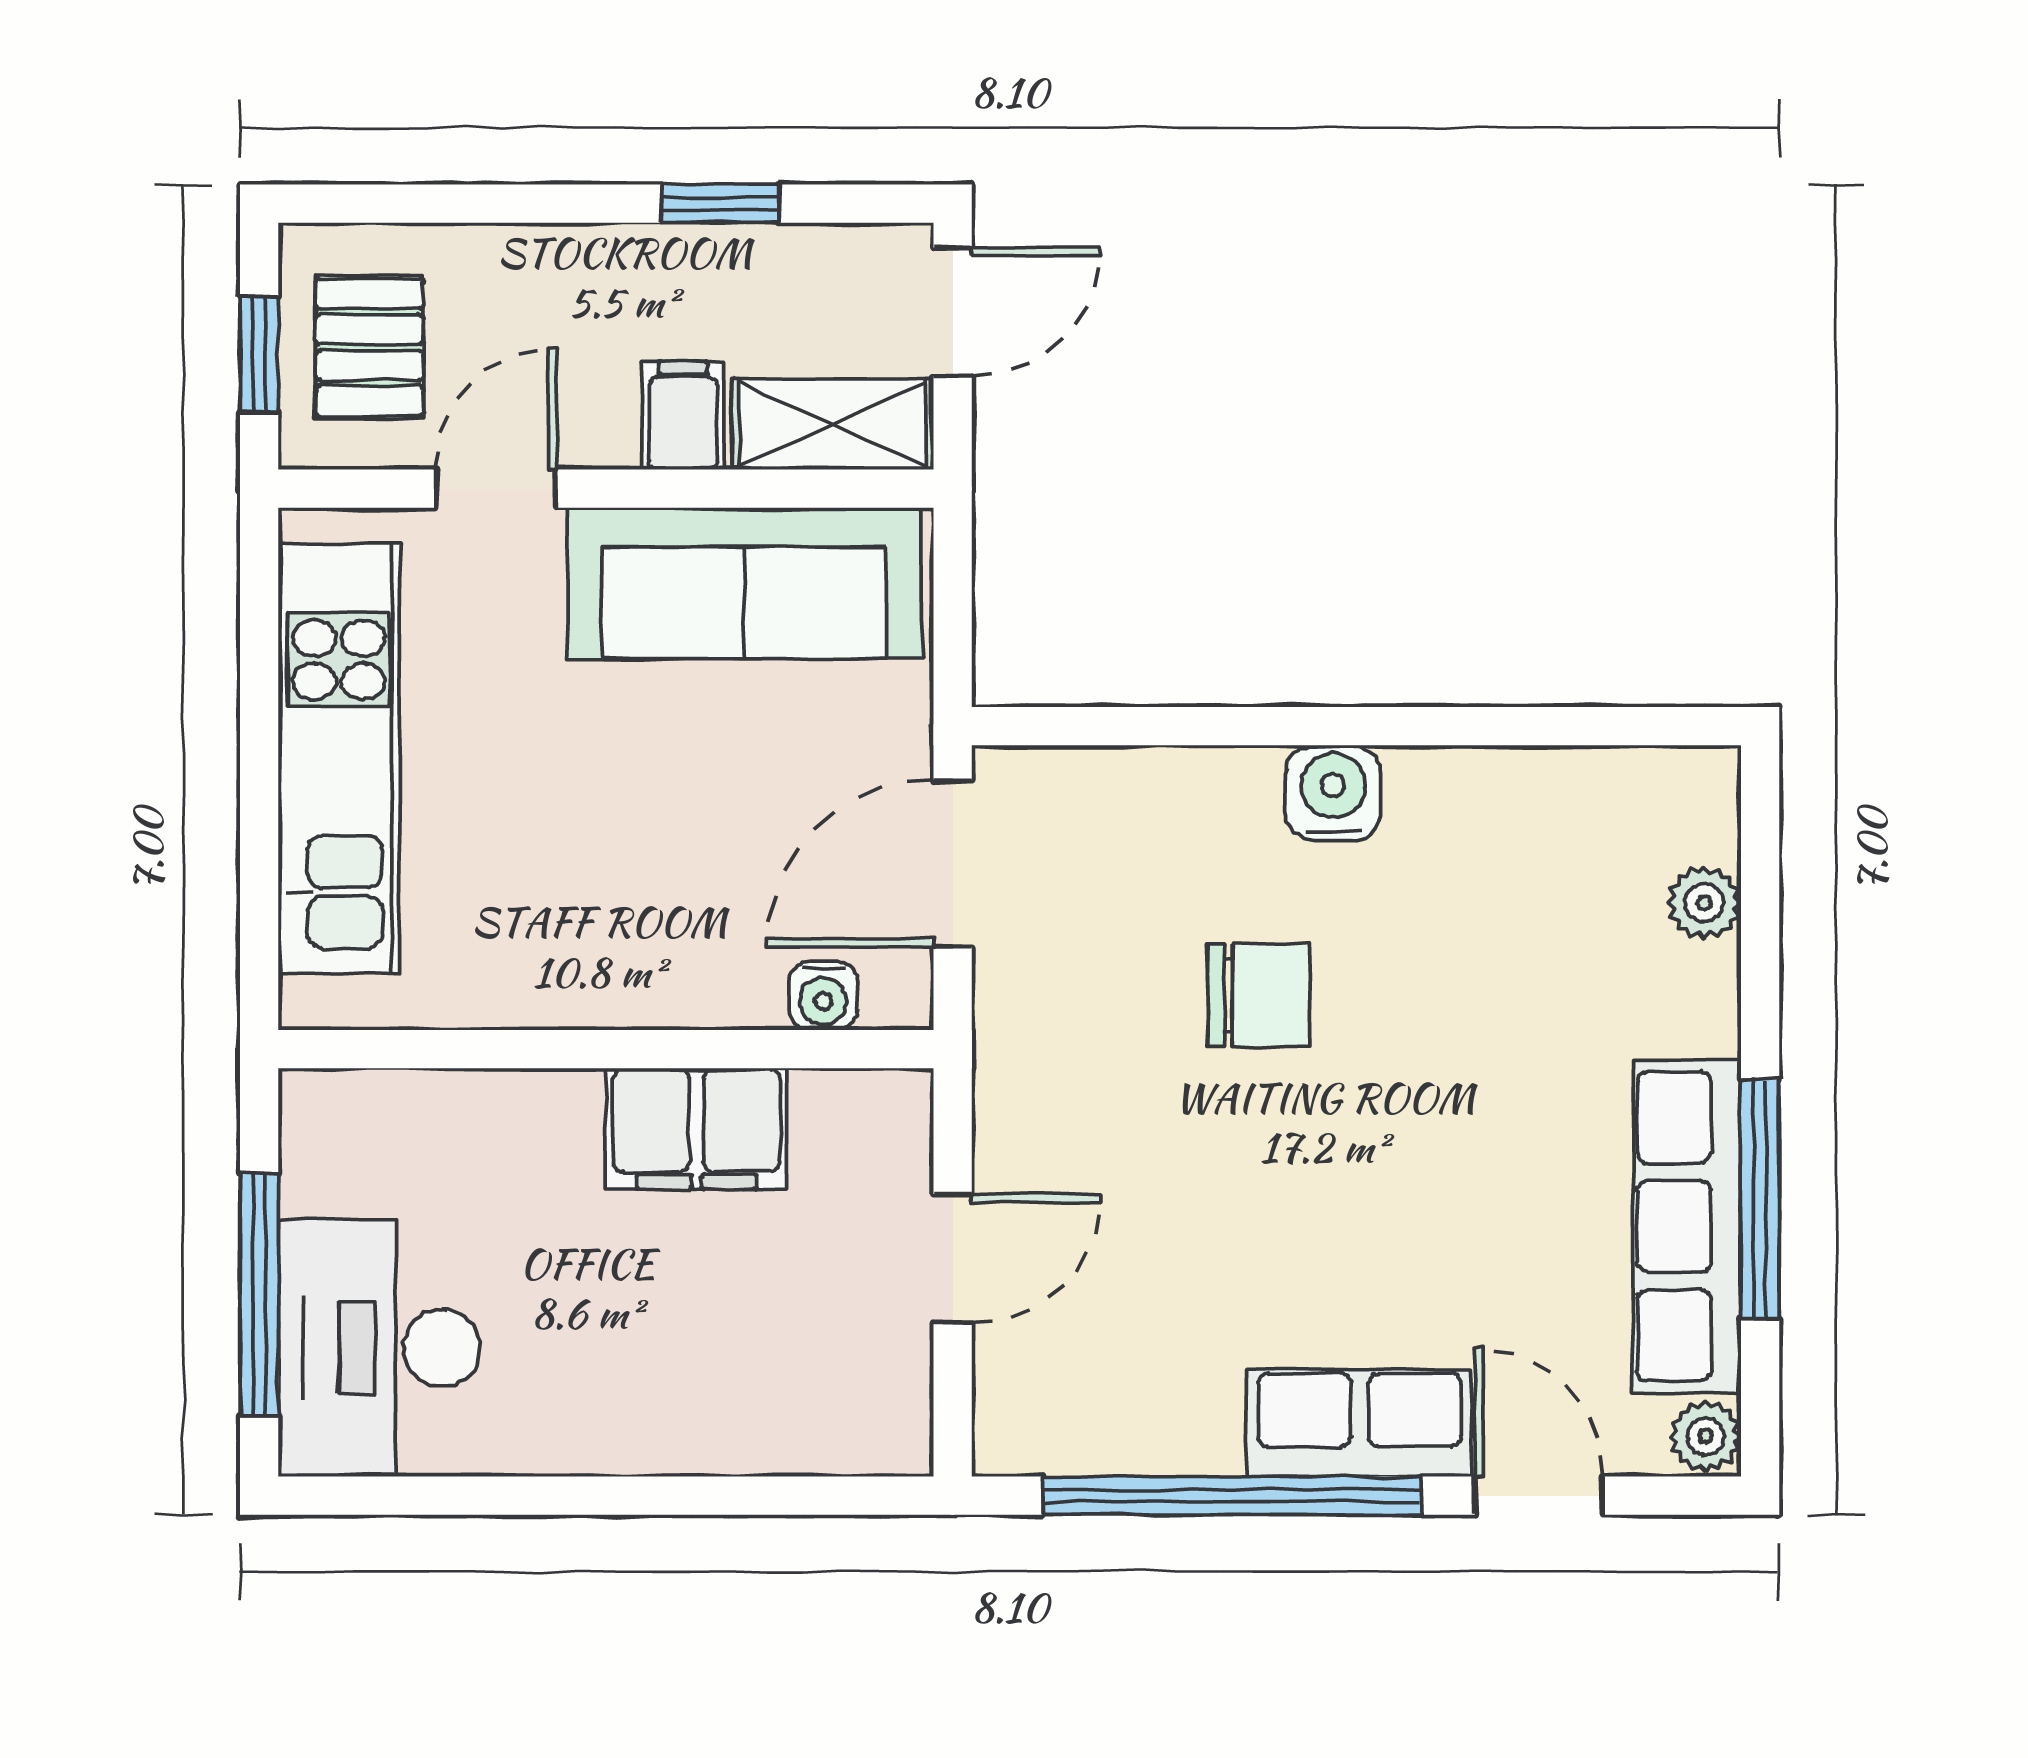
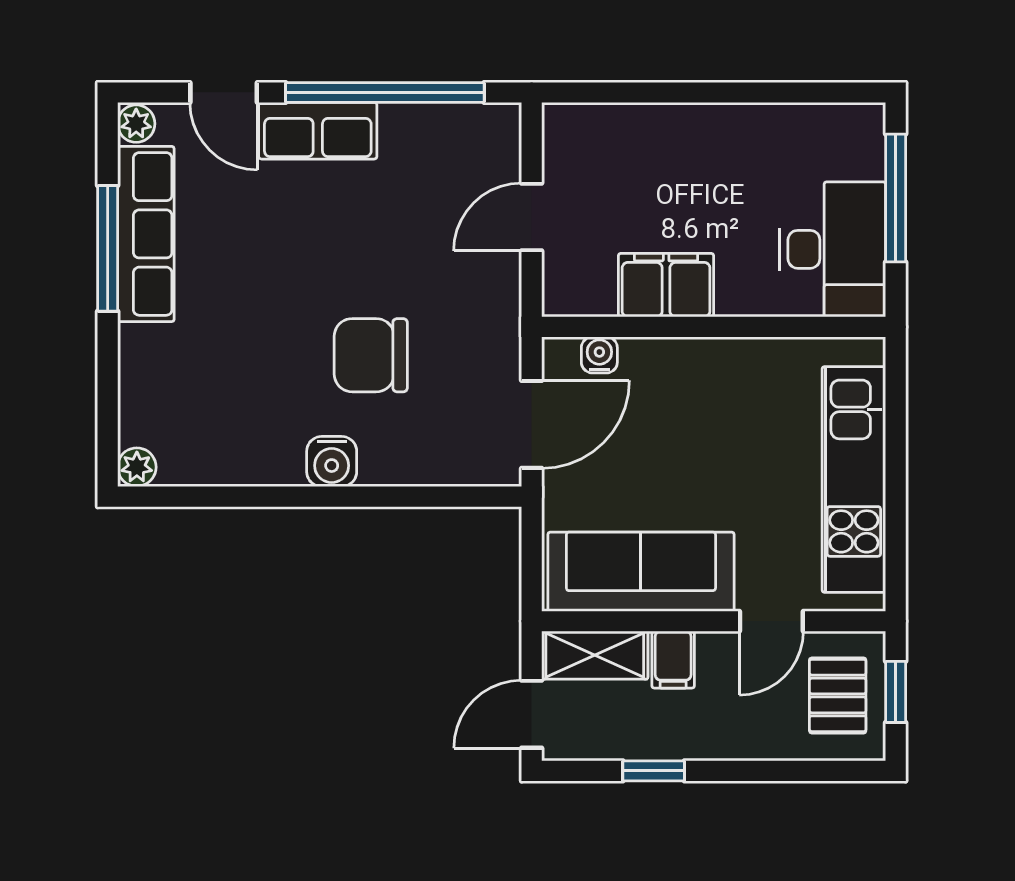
plant: (1704, 903) -> (137, 467), moved
chair: (1259, 995) -> (371, 355), width x1.37, depth x1.37
desk: (379, 1348) -> (833, 249), moved

